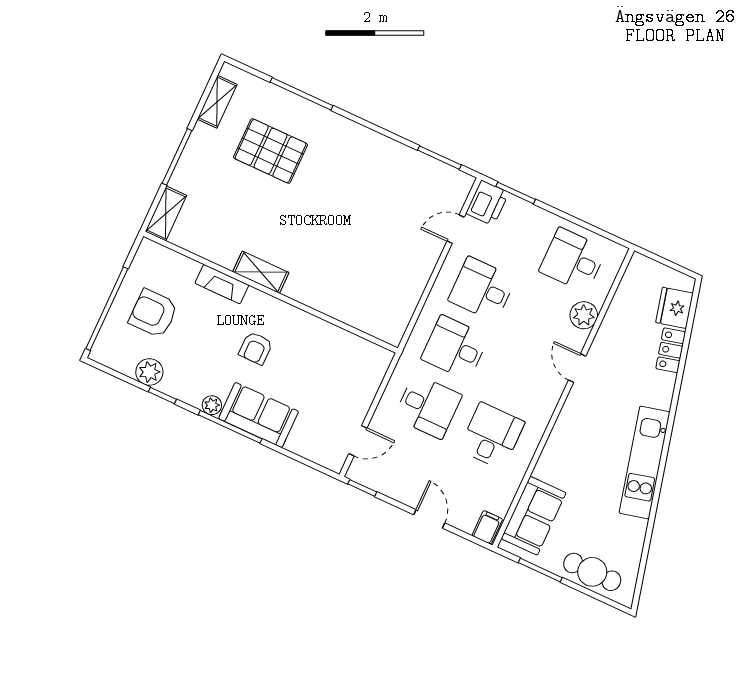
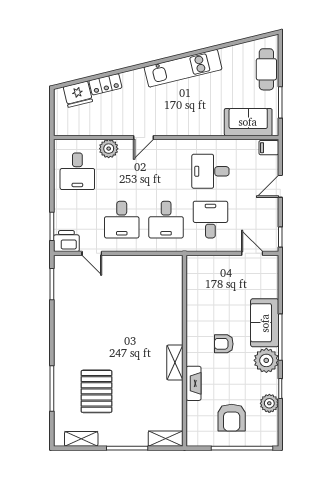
armchair: (256, 348) -> (224, 344), turned 180
plant: (212, 405) -> (266, 360), width x1.88, depth x1.88

